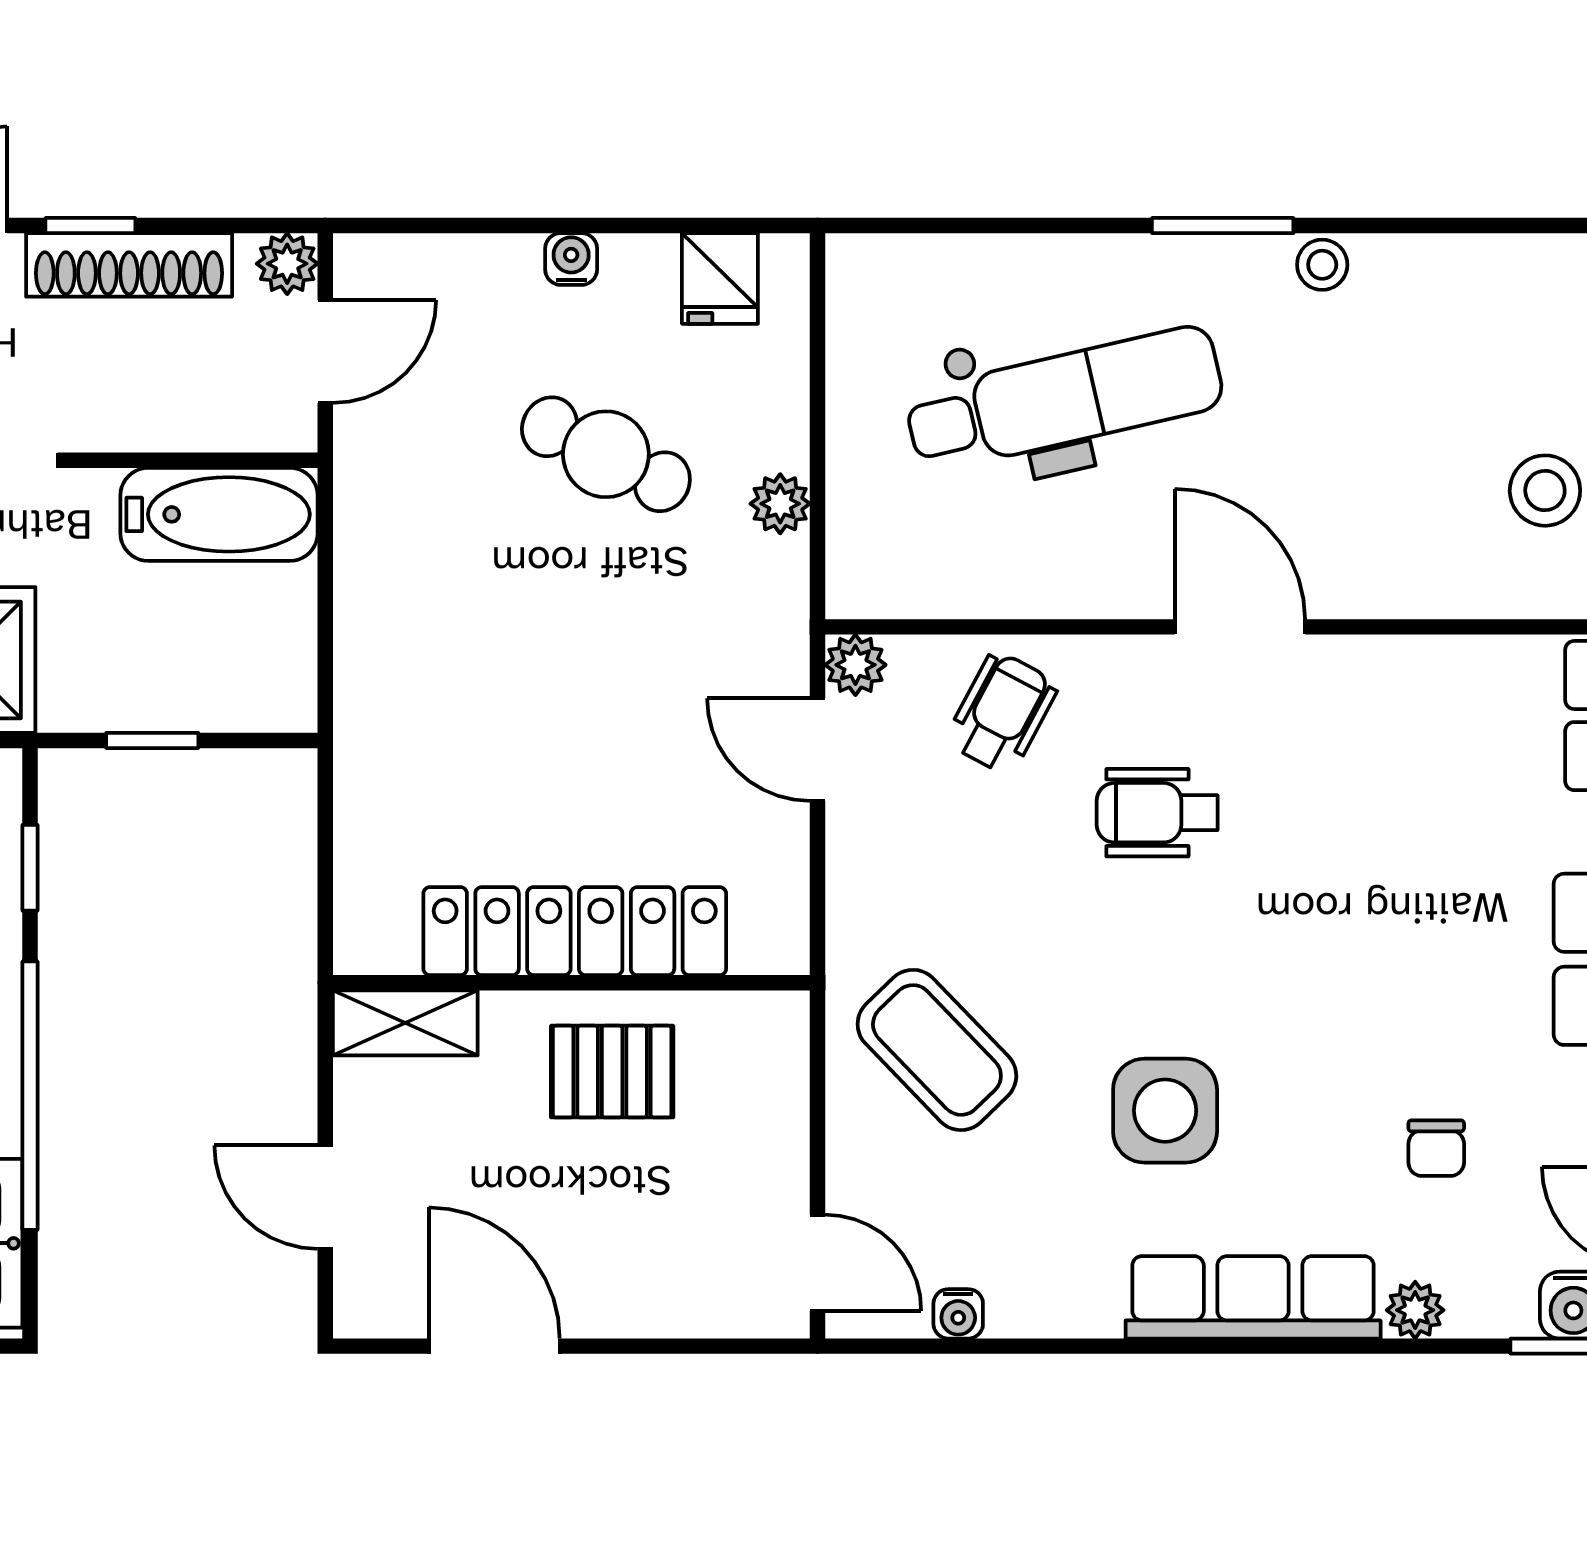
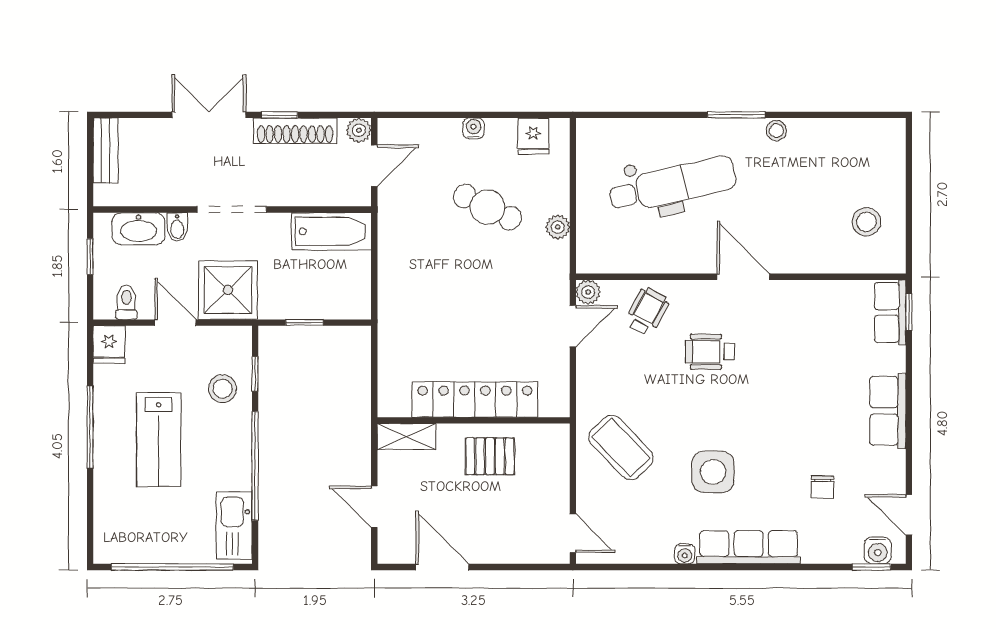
door: (817, 750) -> (573, 326), swing flipped
plant: (1415, 1310) -> (814, 552), removed
water cooler: (958, 1314) -> (685, 554), moved

